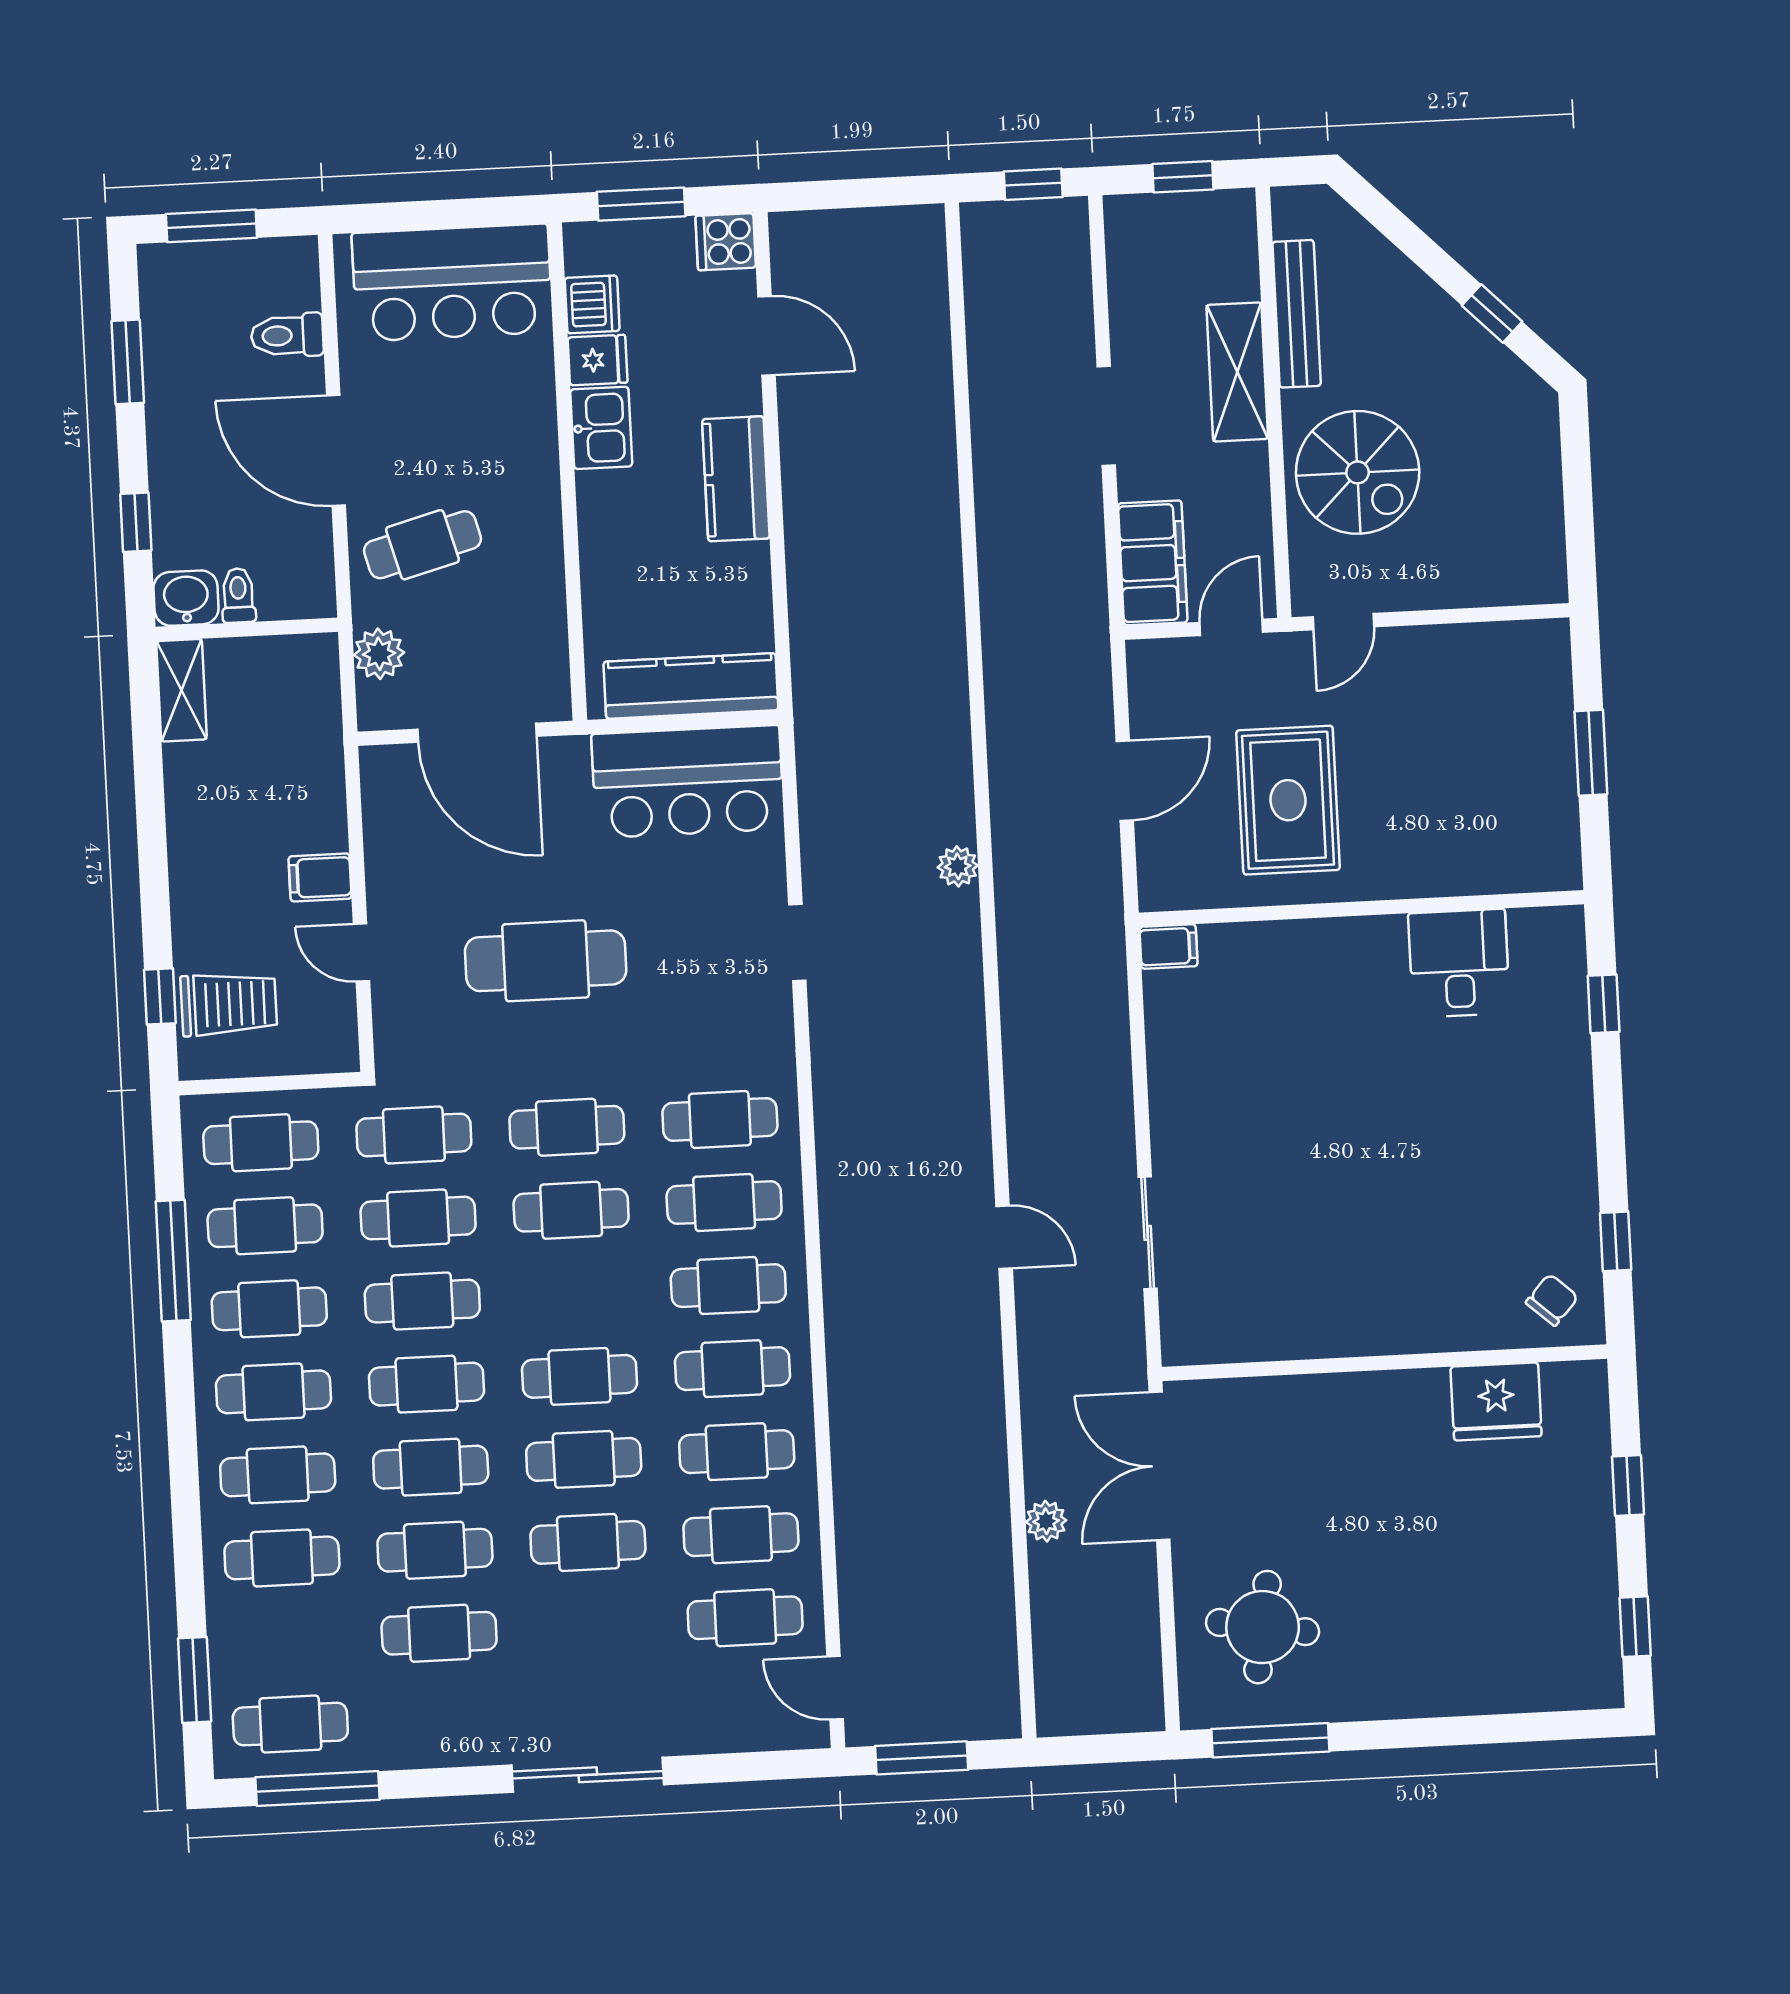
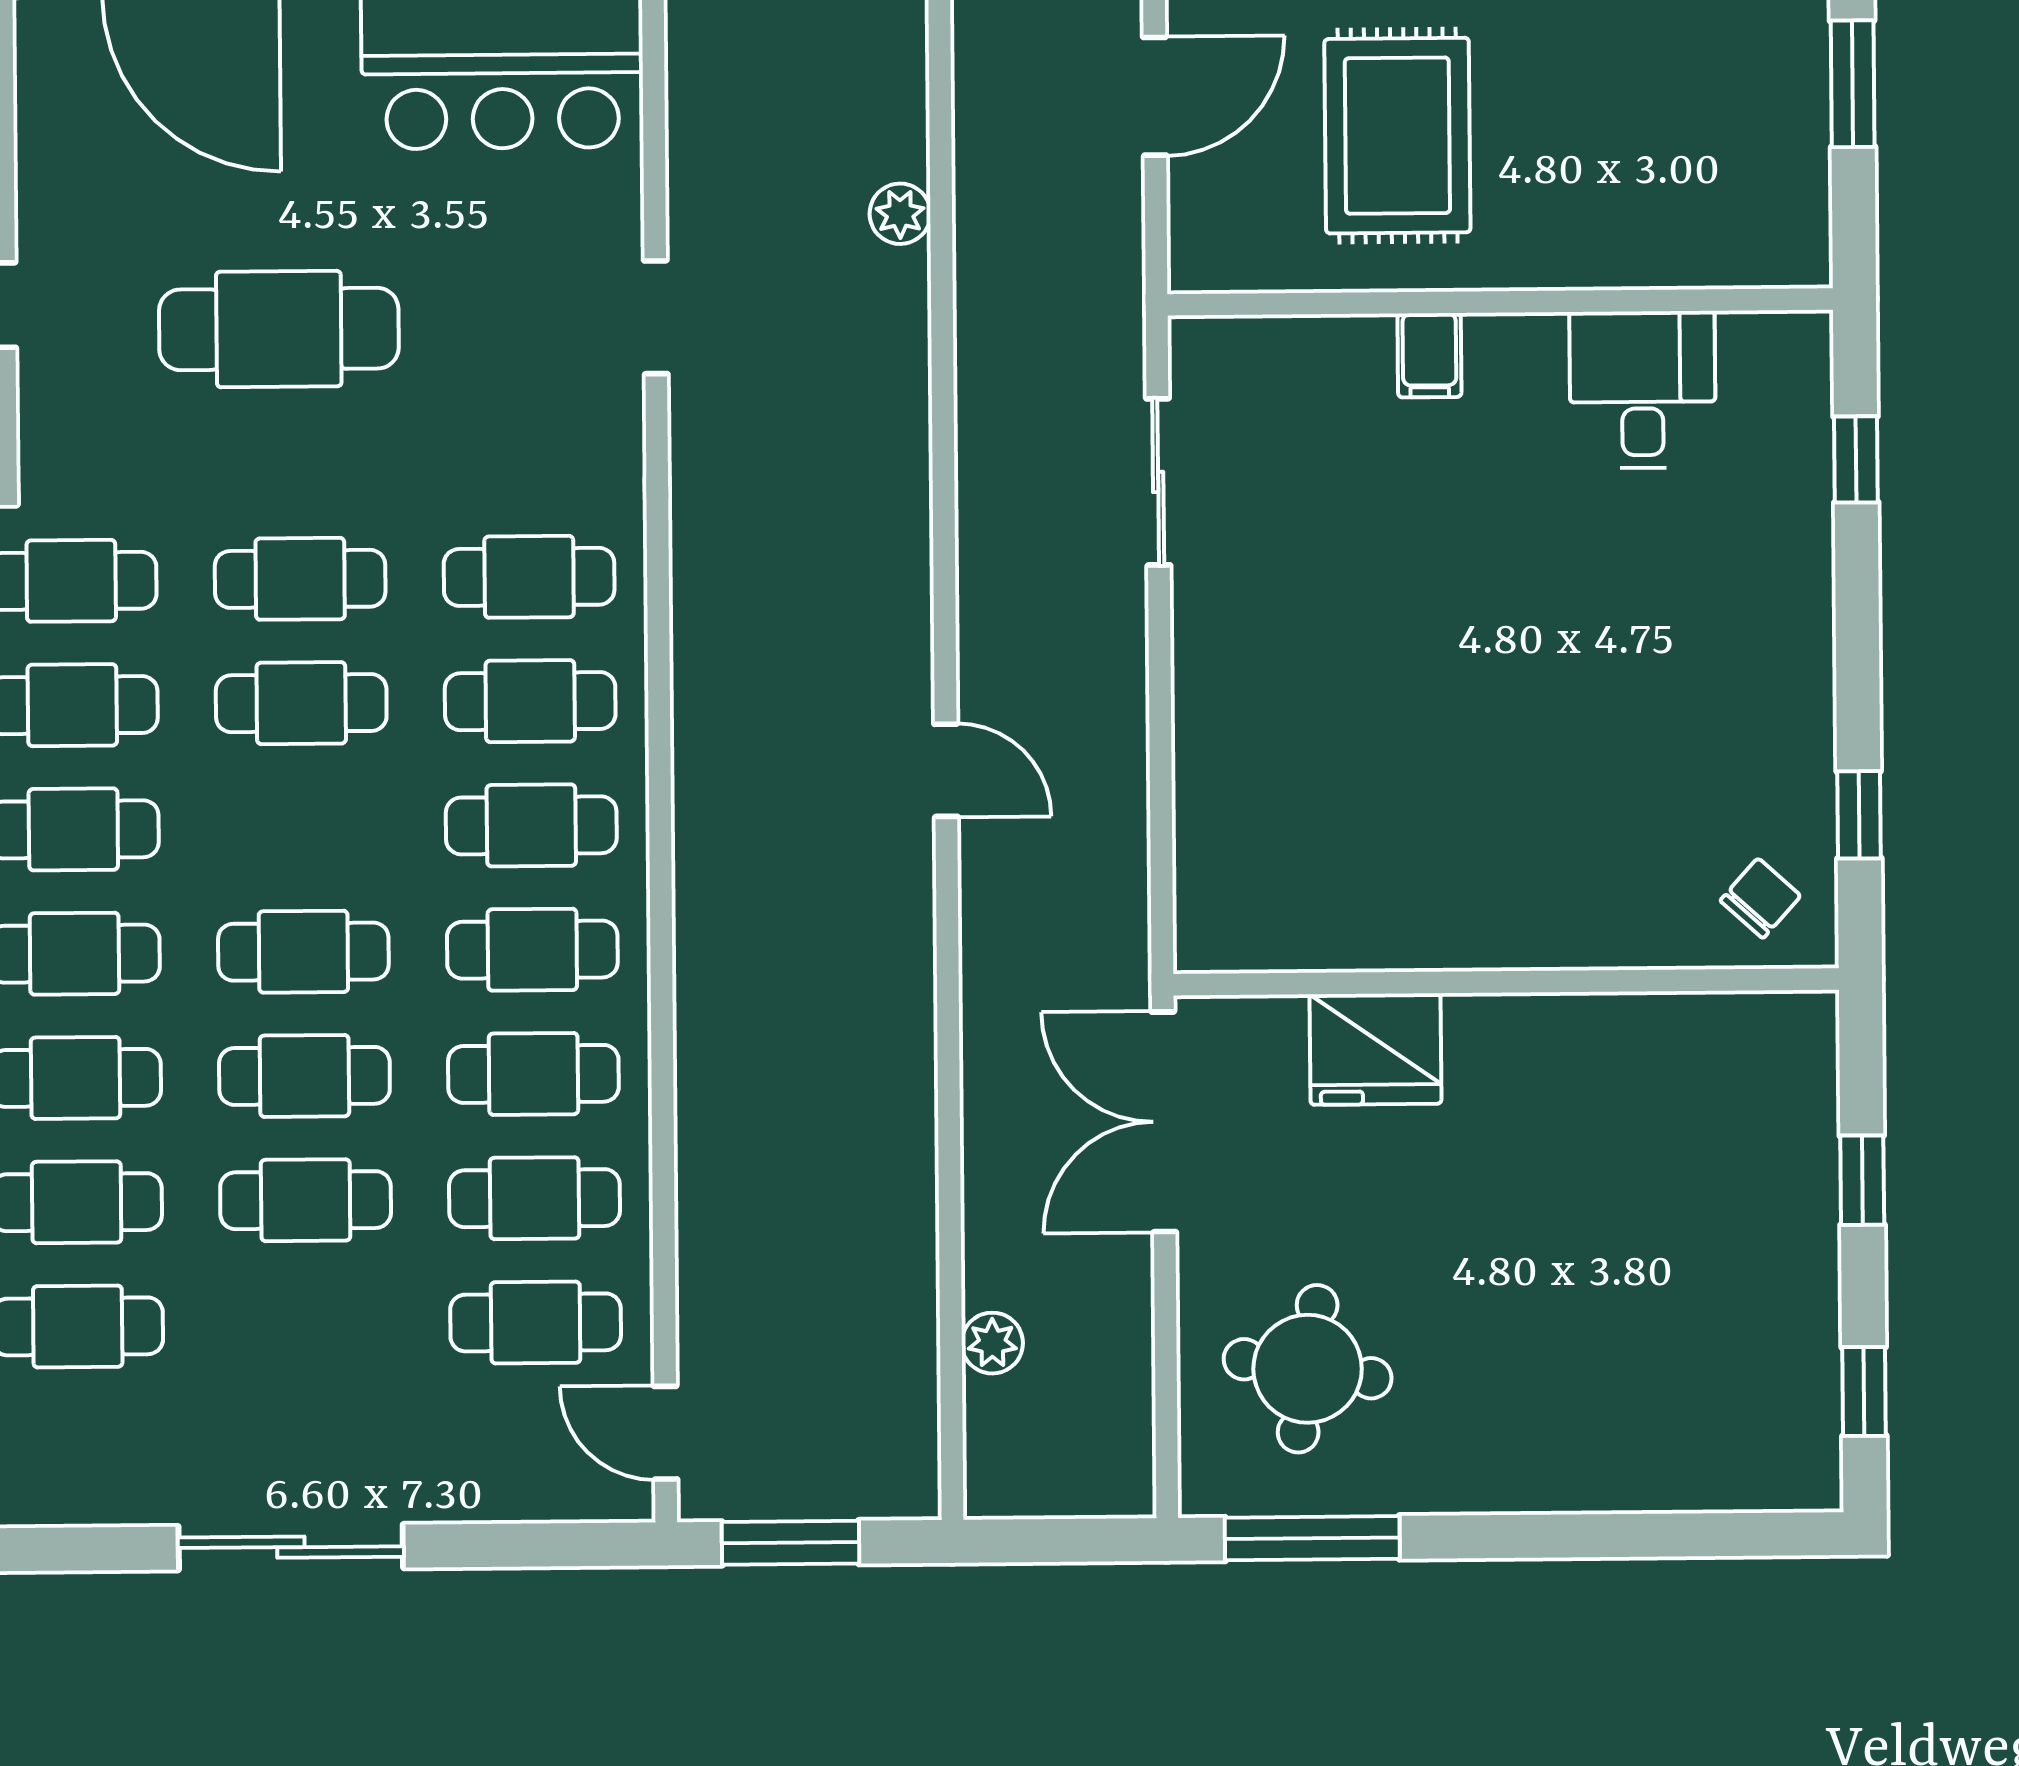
filing cabinet: (1168, 947) -> (1429, 355), moved, turned 90
sliding door: (1148, 1233) -> (1158, 482), moved
fridge: (1496, 1401) -> (1375, 1049), moved
plant: (1046, 1521) -> (992, 1343), moved

